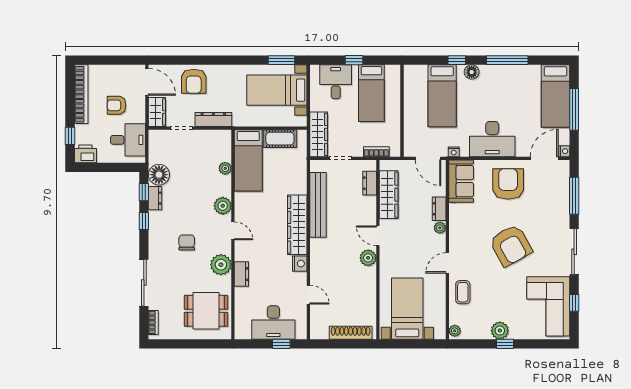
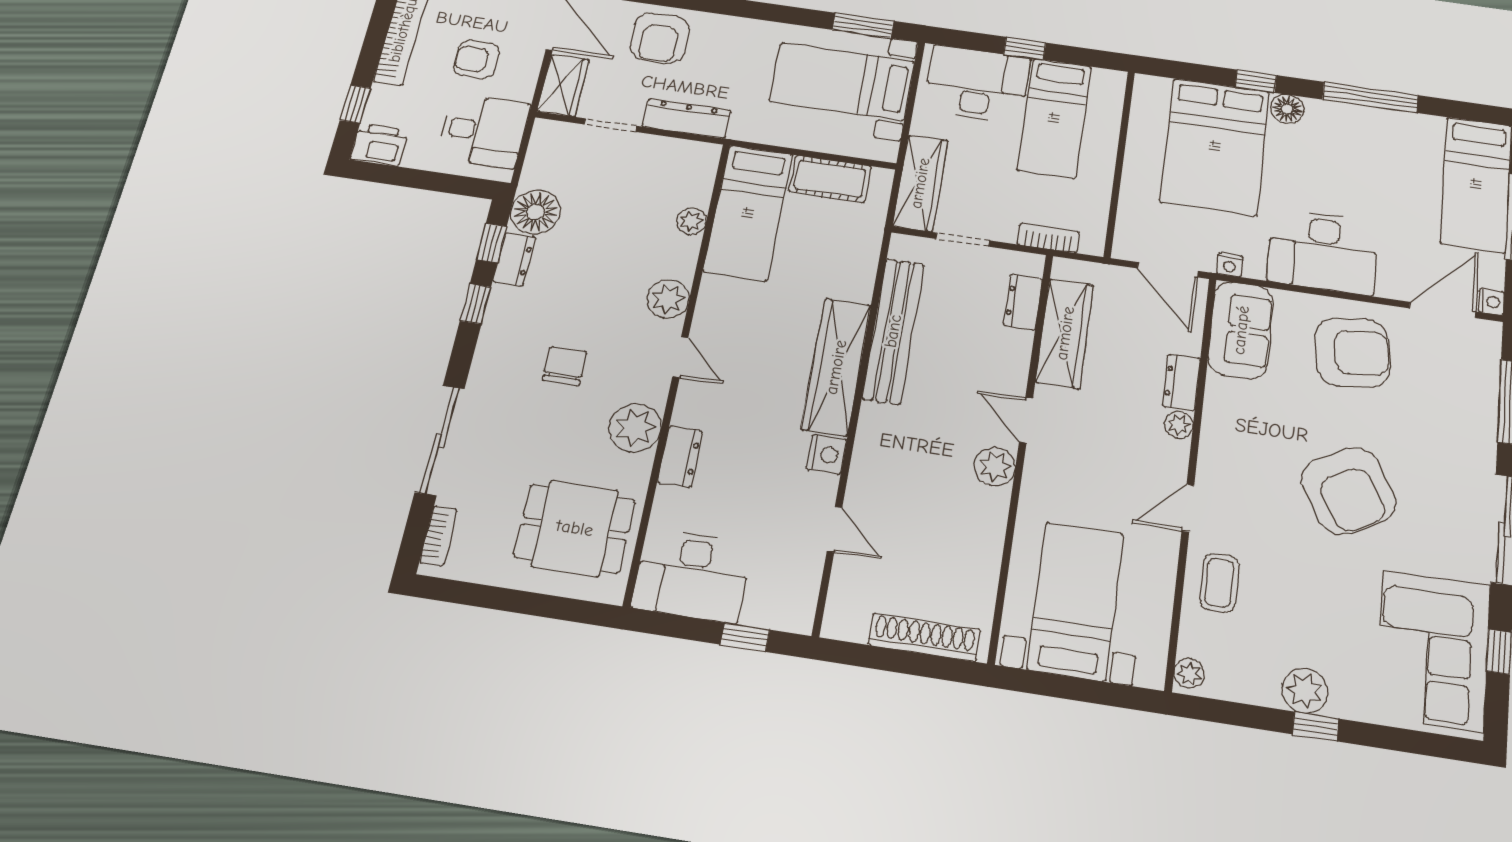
desk: (336, 82) -> (977, 84), width x1.37
bed: (442, 96) -> (1215, 146), width x1.50
armchair: (508, 184) -> (1353, 353), turned 83
desk: (273, 323) -> (692, 575), moved

